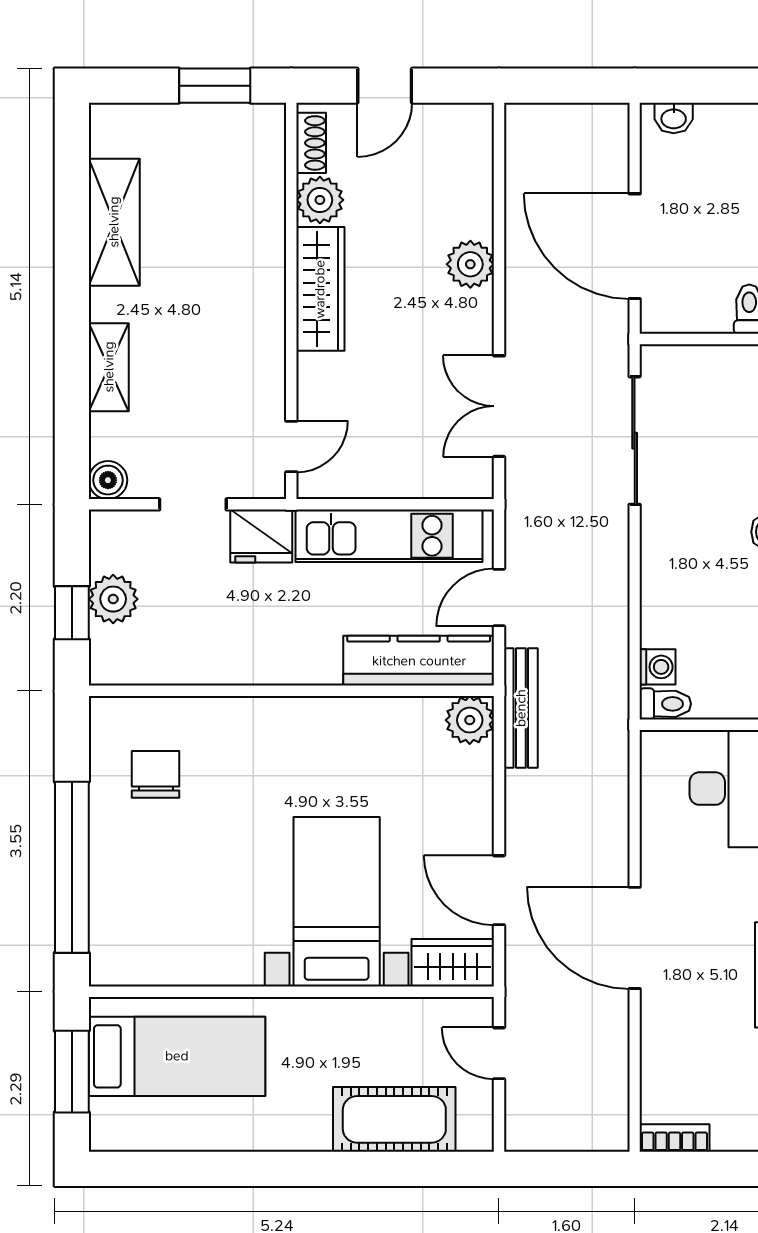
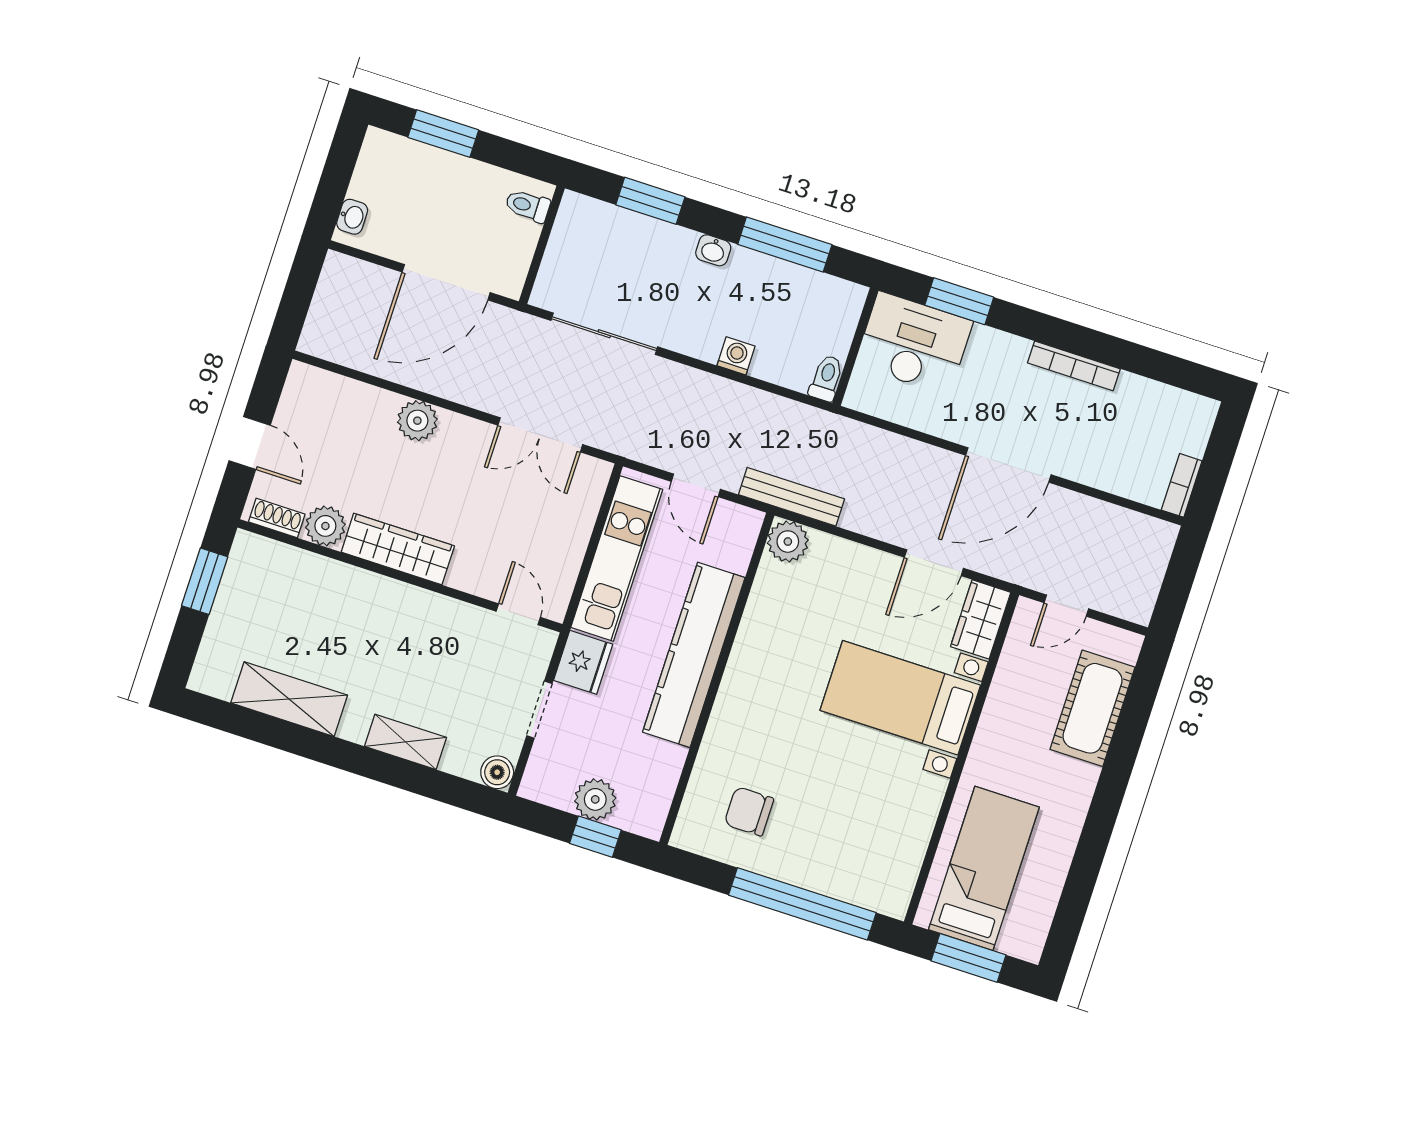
kitchen counter: (419, 661) -> (694, 655), moved, width x1.39, depth x1.17
washing machine: (658, 667) -> (736, 356), moved

